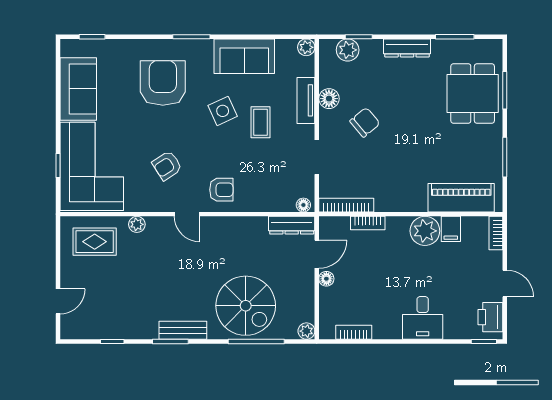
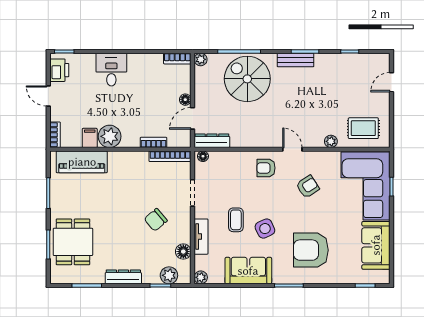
armchair: (163, 83) -> (311, 250), turned 90
floor lamp: (329, 99) -> (183, 252), moved
bookcase: (354, 332) -> (177, 59), moved

